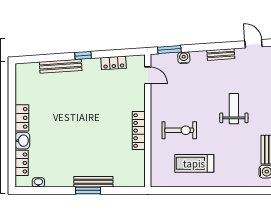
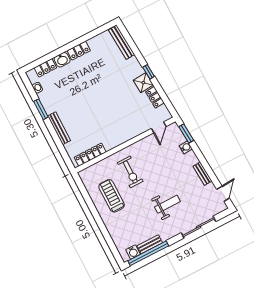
bench: (61, 66) -> (122, 42), moved
shower: (92, 67) -> (143, 83), added
locker: (139, 131) -> (90, 155), moved
window: (88, 190) -> (41, 109), moved

